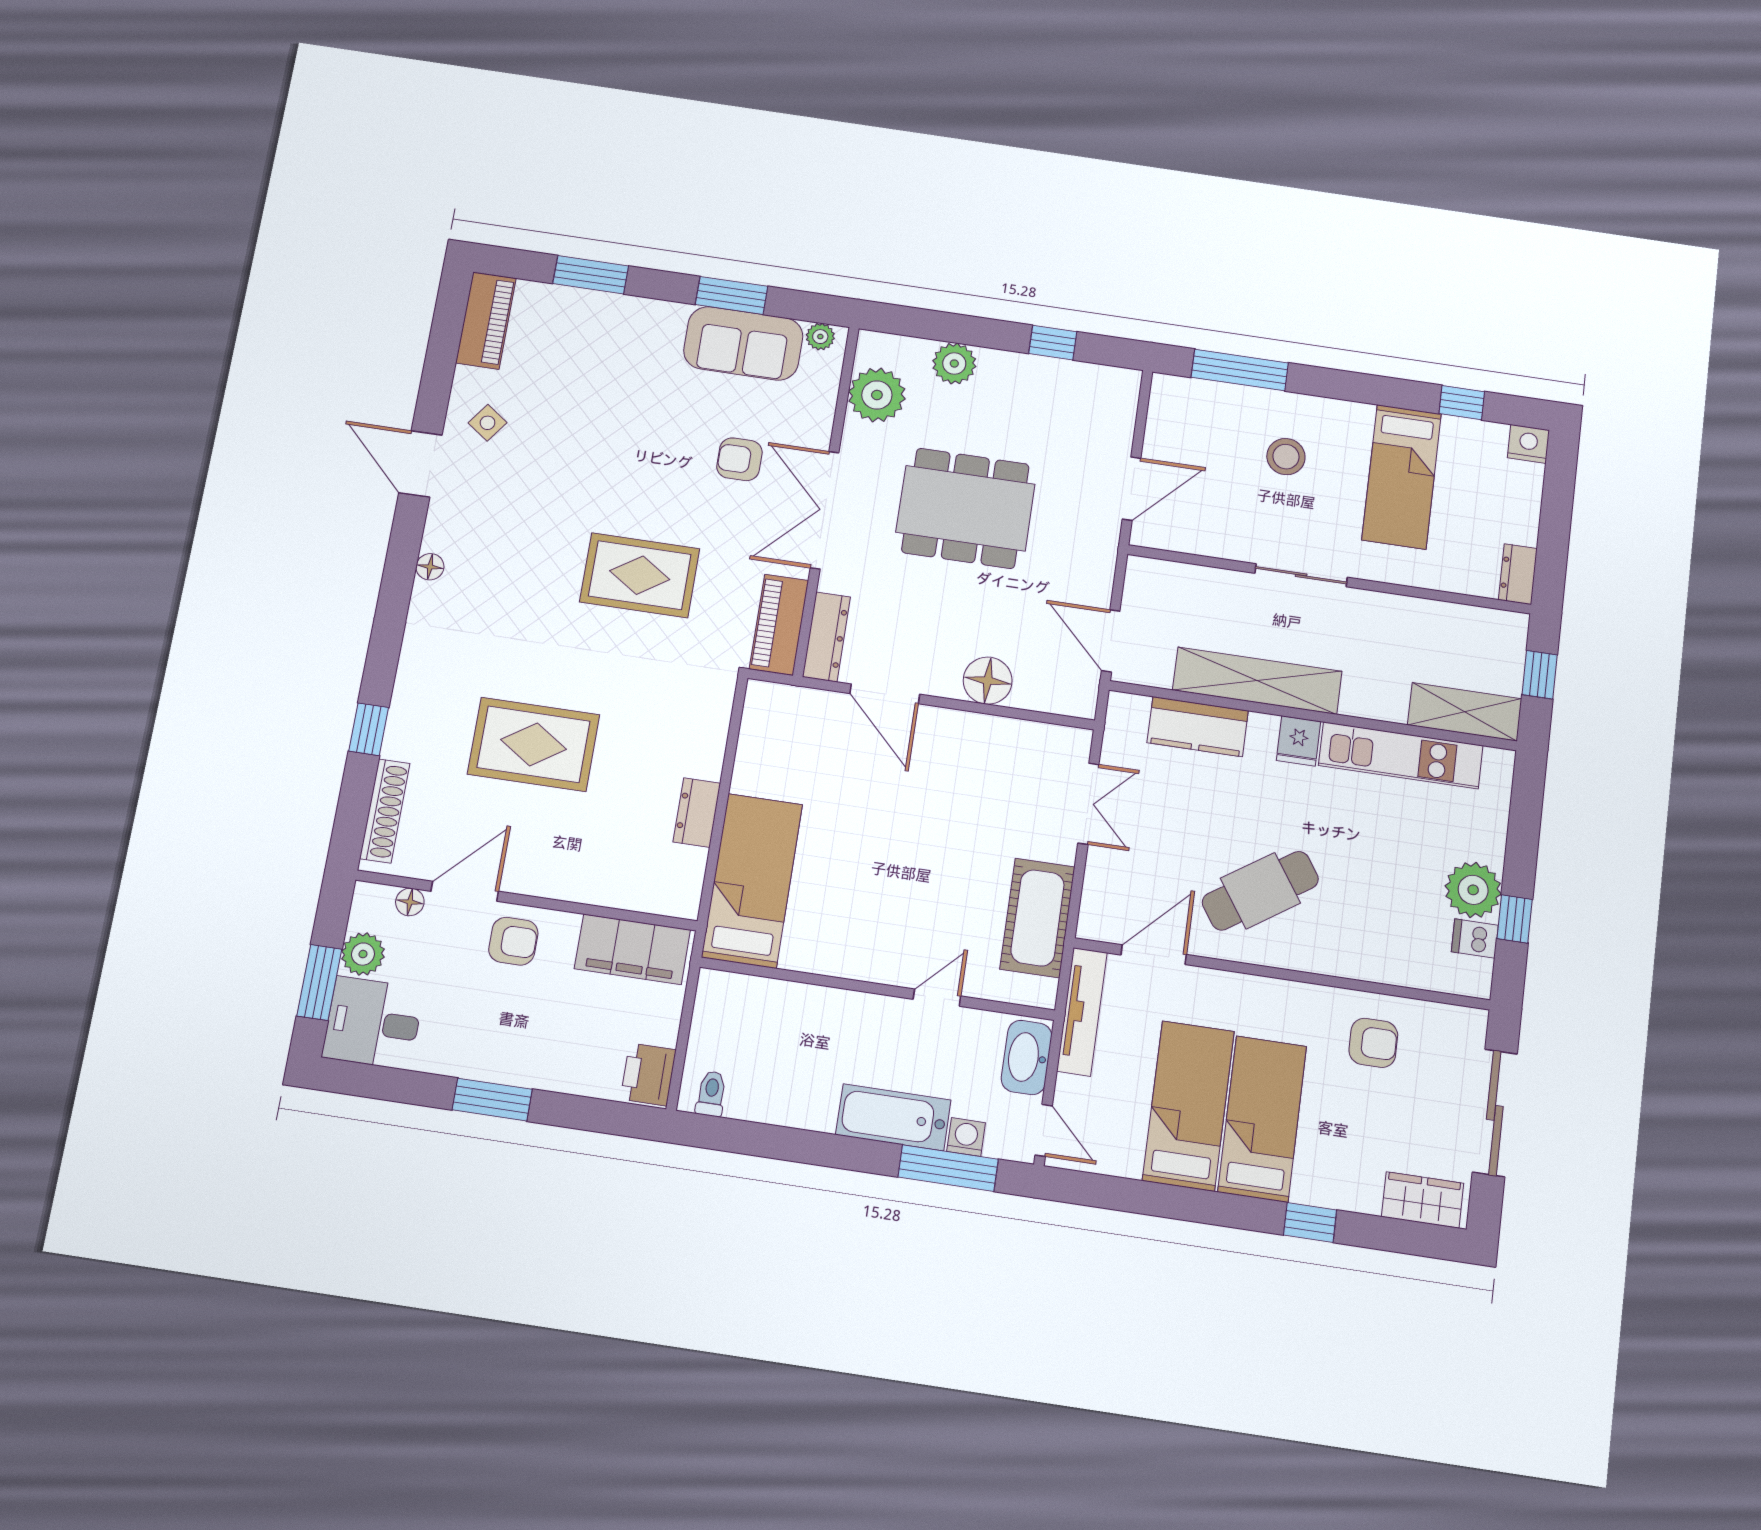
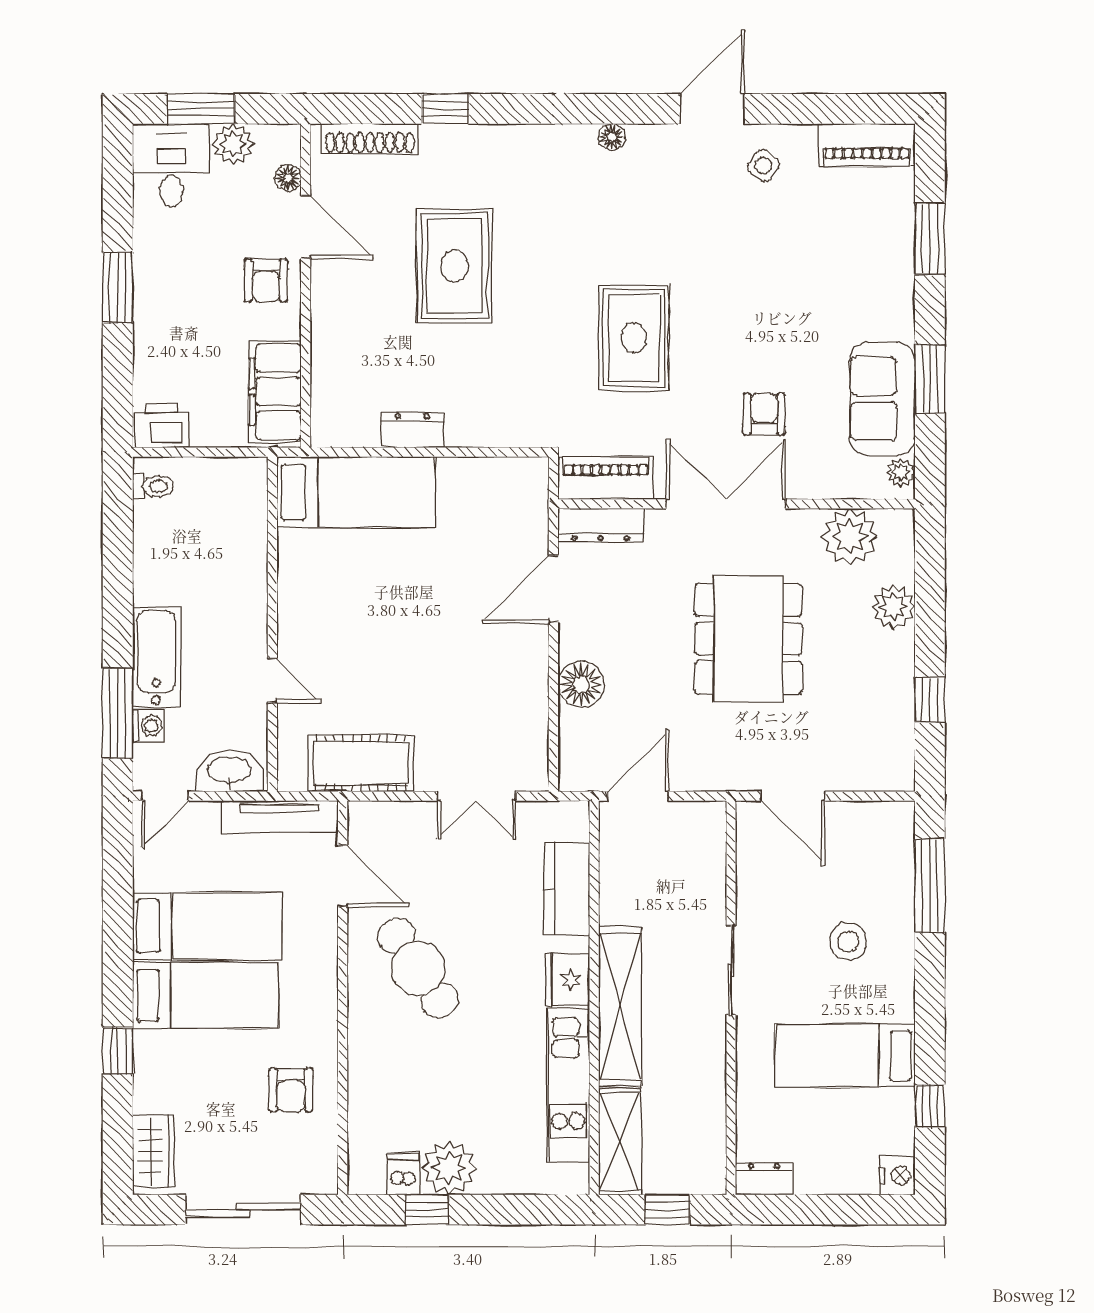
shelving: (1257, 681) -> (620, 1006), moved
fridge: (1298, 741) -> (567, 980), width x1.38

